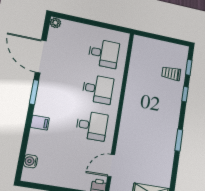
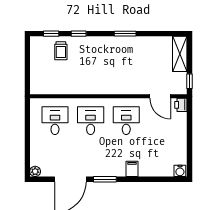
water cooler: (30, 161) -> (180, 171), moved

